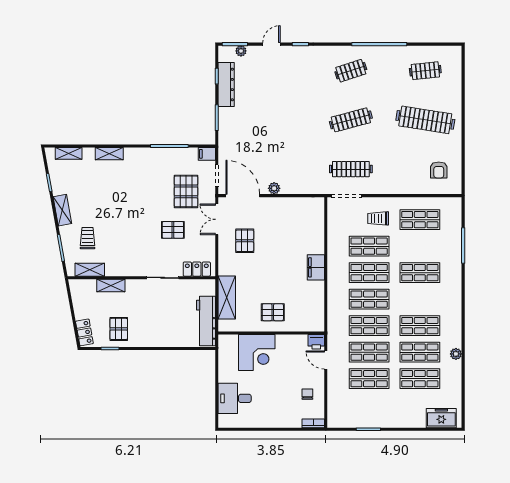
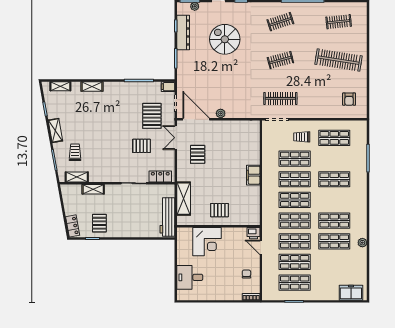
spiral stairs: (279, 93) -> (225, 39), added
clothes rail: (351, 120) -> (280, 60), width x0.73
shop shelf: (420, 379) -> (295, 283), moved

